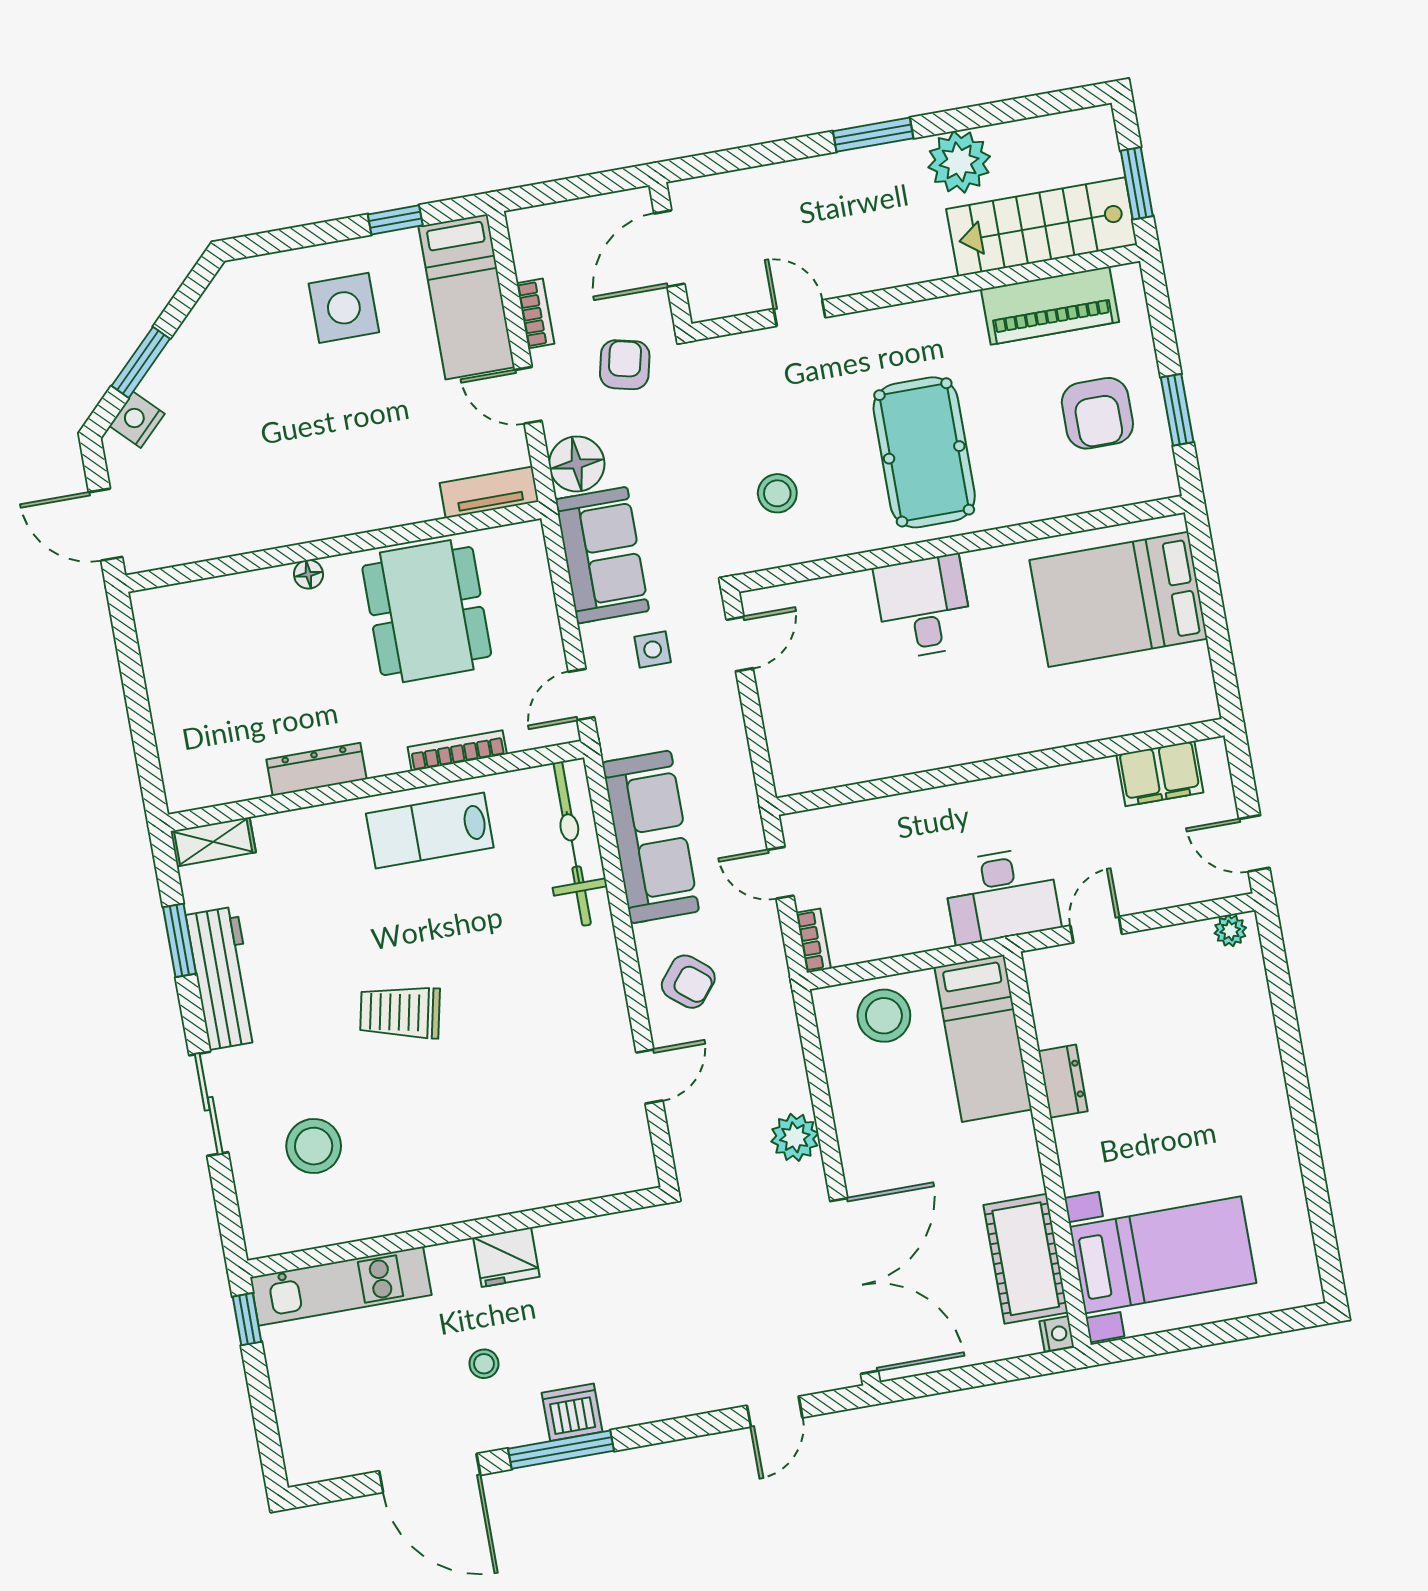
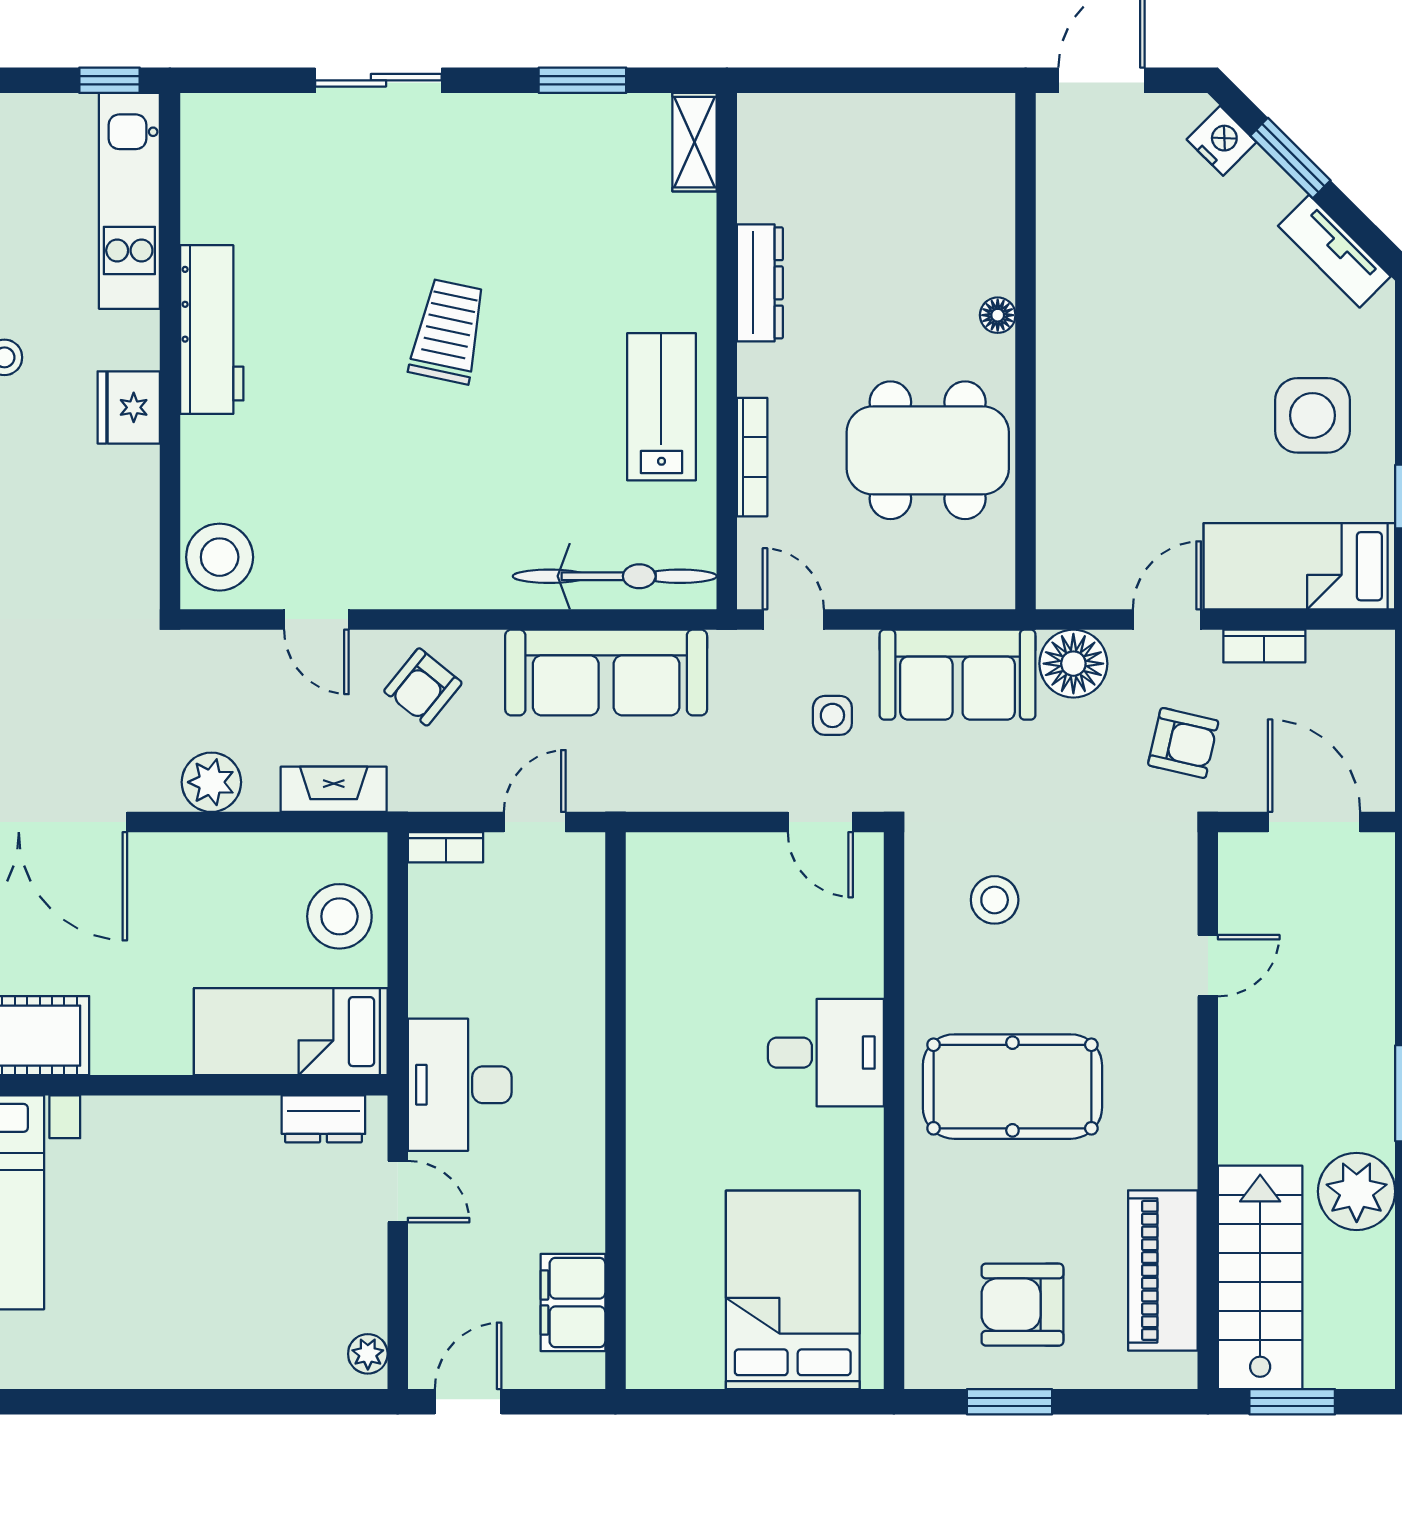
tv unit: (489, 492) -> (1334, 251), moved, turned 135
workbench: (223, 978) -> (212, 330), moved, turned -90
fireplace: (783, 1038) -> (334, 789), added
dresser: (1063, 1081) -> (323, 1119), moved
stool: (314, 1146) -> (220, 557), moved

